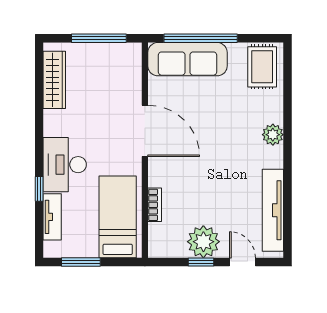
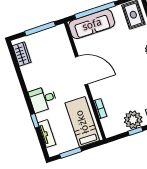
wardrobe: (54, 80) -> (22, 54), width x0.67
desk: (65, 165) -> (43, 99), width x0.73

